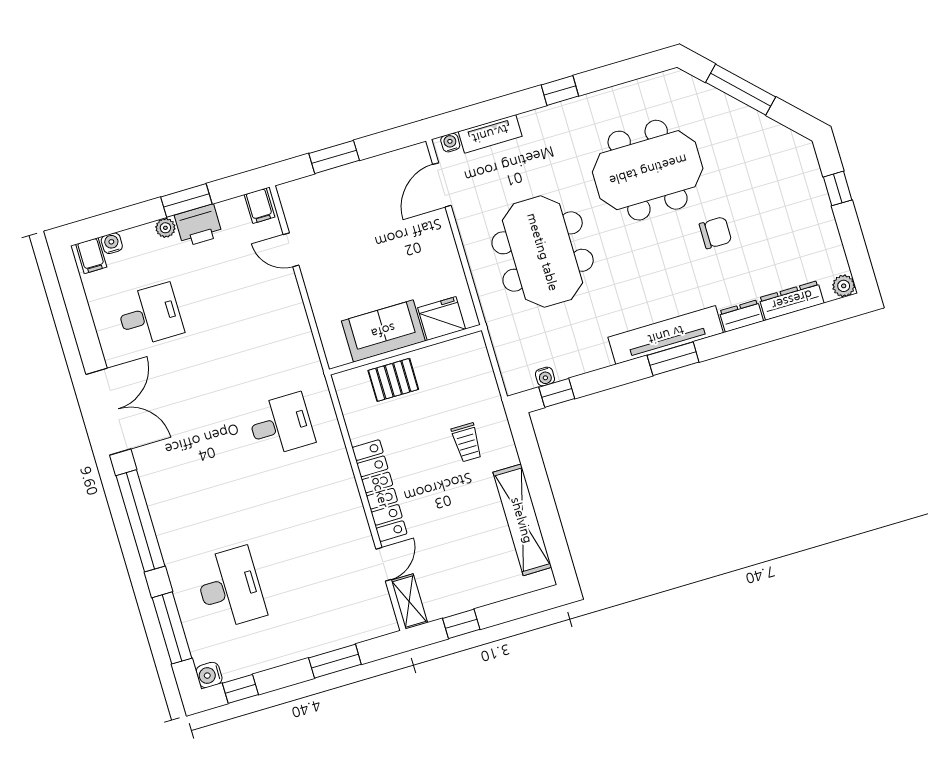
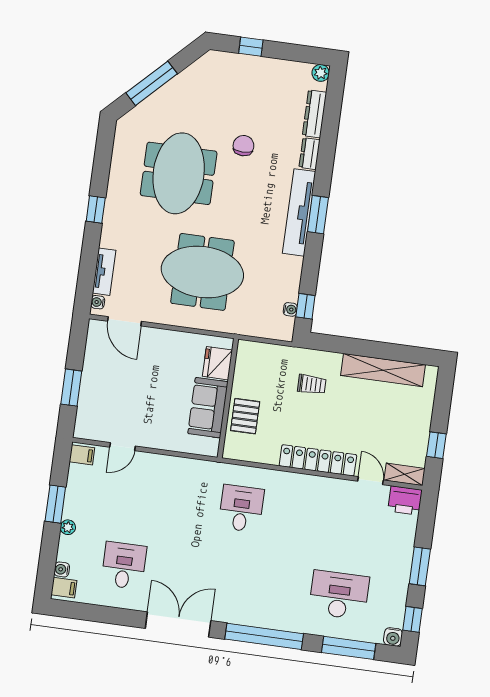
printer: (198, 225) -> (405, 500), moved, turned 90
window: (335, 661) -> (420, 566), moved

